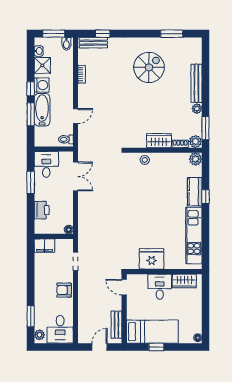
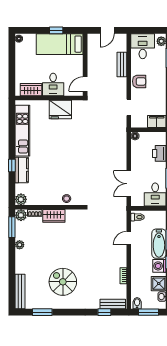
spiral stairs: (149, 67) -> (63, 282), turned 90
bench: (196, 83) -> (20, 292), moved
door: (124, 287) -> (85, 84), swing flipped
bench: (116, 325) -> (122, 64), moved

